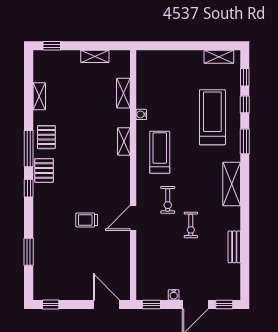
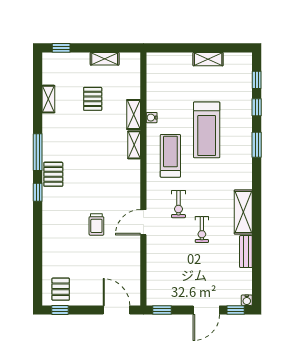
shelving: (219, 57) -> (208, 59), moved
shelving: (123, 93) -> (134, 115), moved
treadmill: (212, 117) -> (207, 130), moved, turned 180
pallet: (46, 137) -> (93, 99), moved
shelving: (232, 184) -> (243, 212), moved
trolley: (87, 220) -> (96, 224), turned -90
window: (29, 252) -> (38, 257), removed
pallet: (51, 284) -> (61, 289), added
water cooler: (174, 295) -> (247, 300), moved

